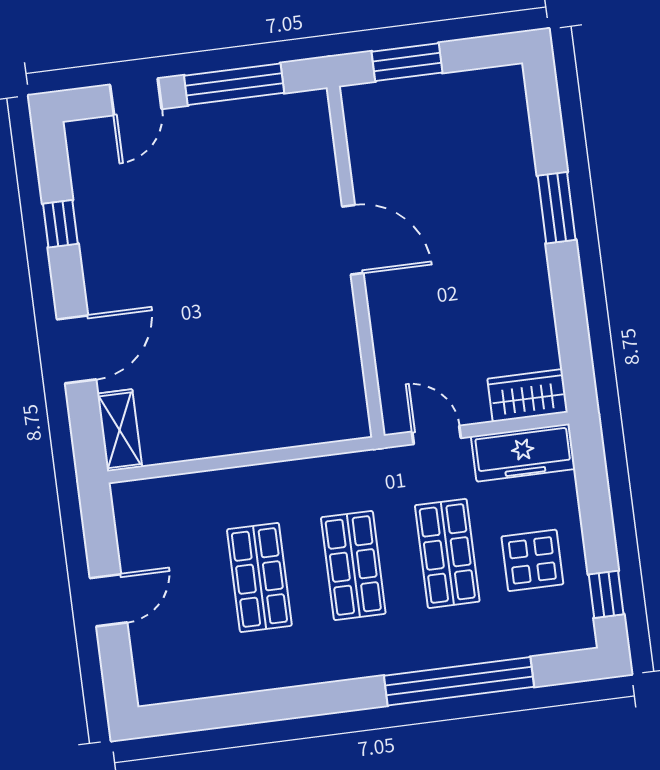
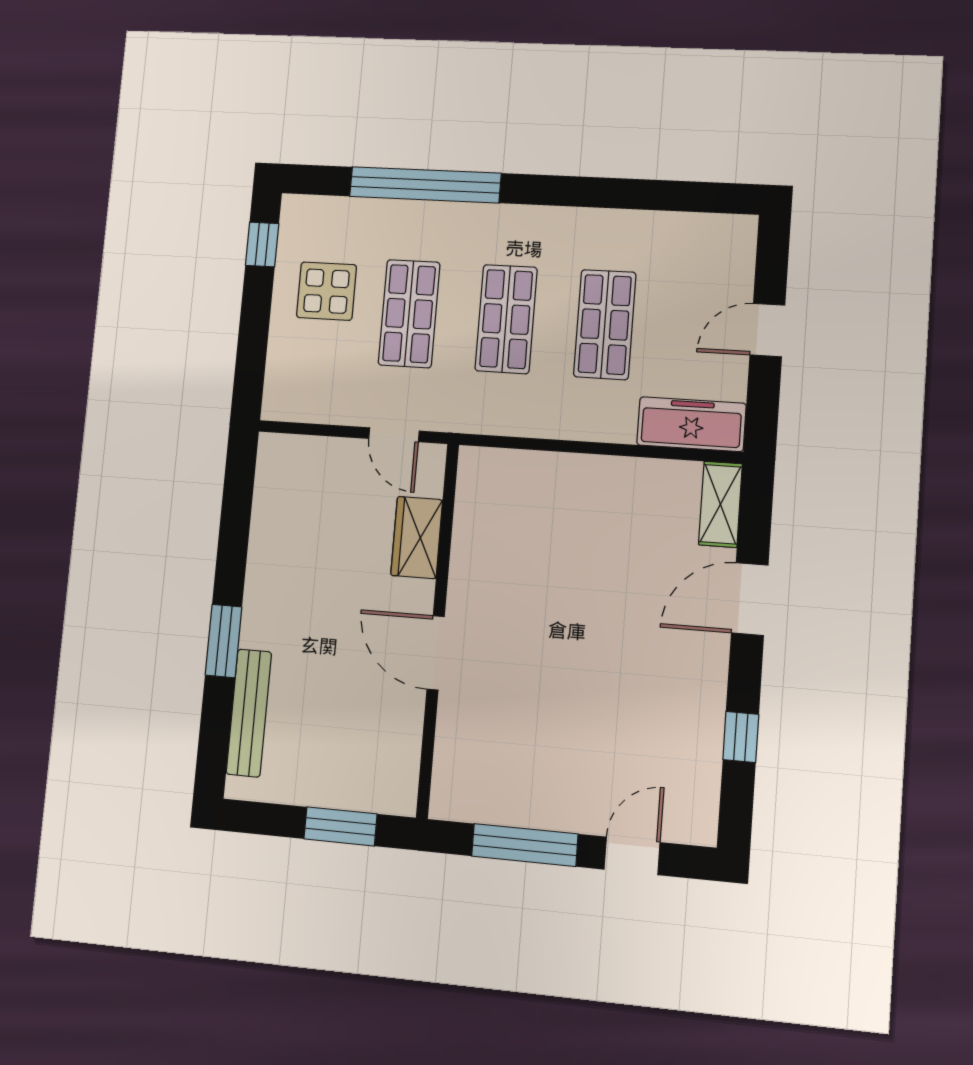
bench: (517, 146) -> (249, 713), added
wardrobe: (528, 395) -> (417, 538), moved, turned 90
freezer: (523, 453) -> (691, 424), moved

